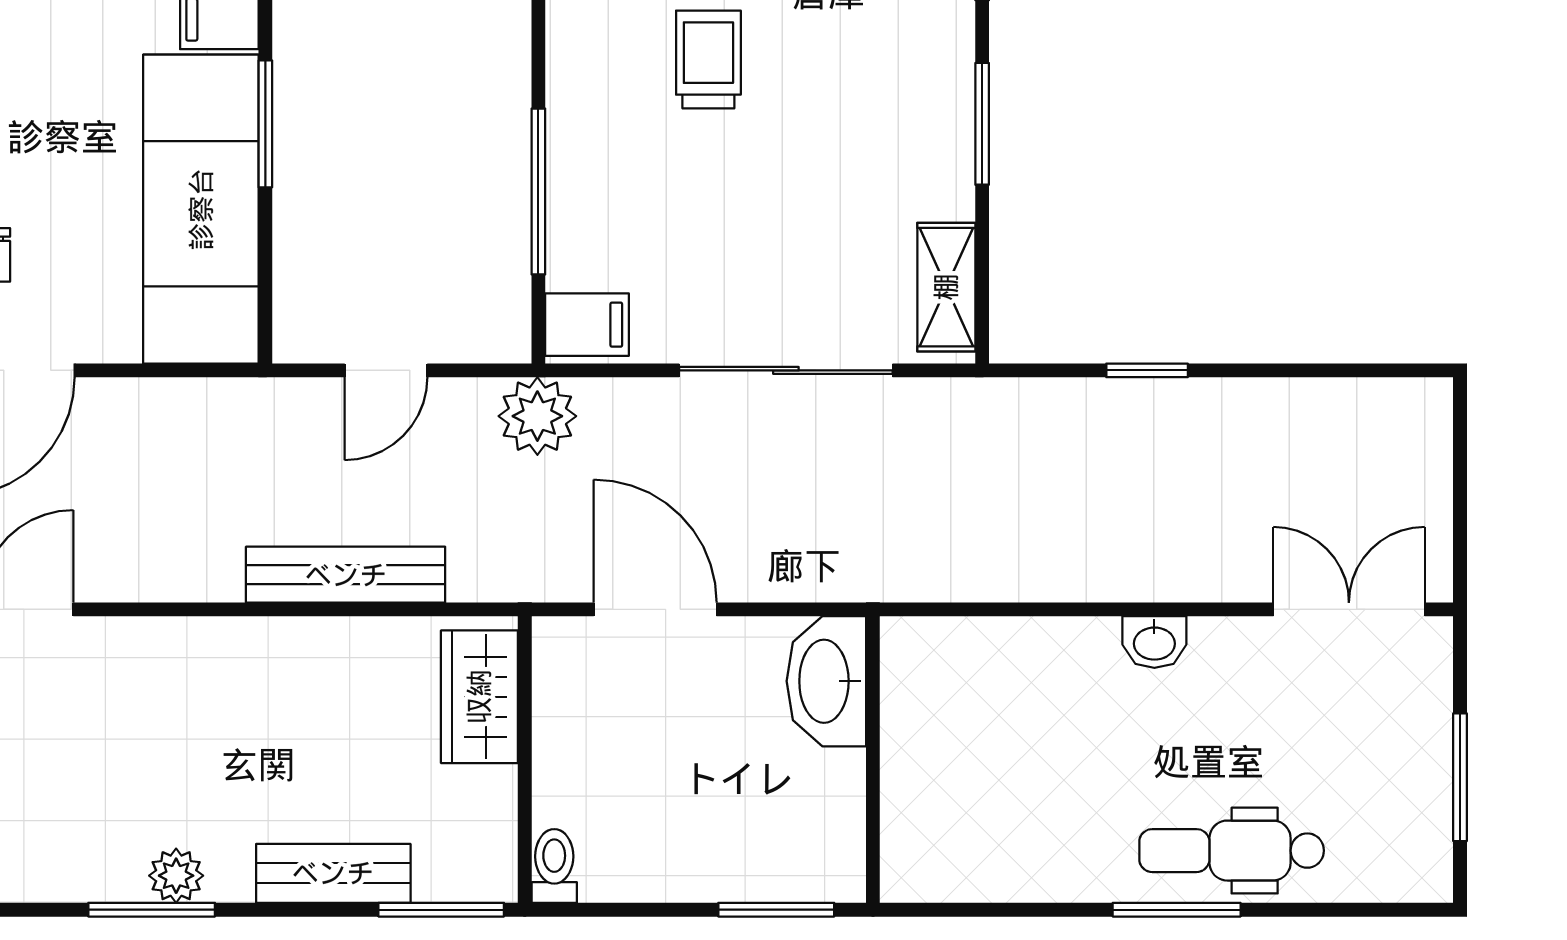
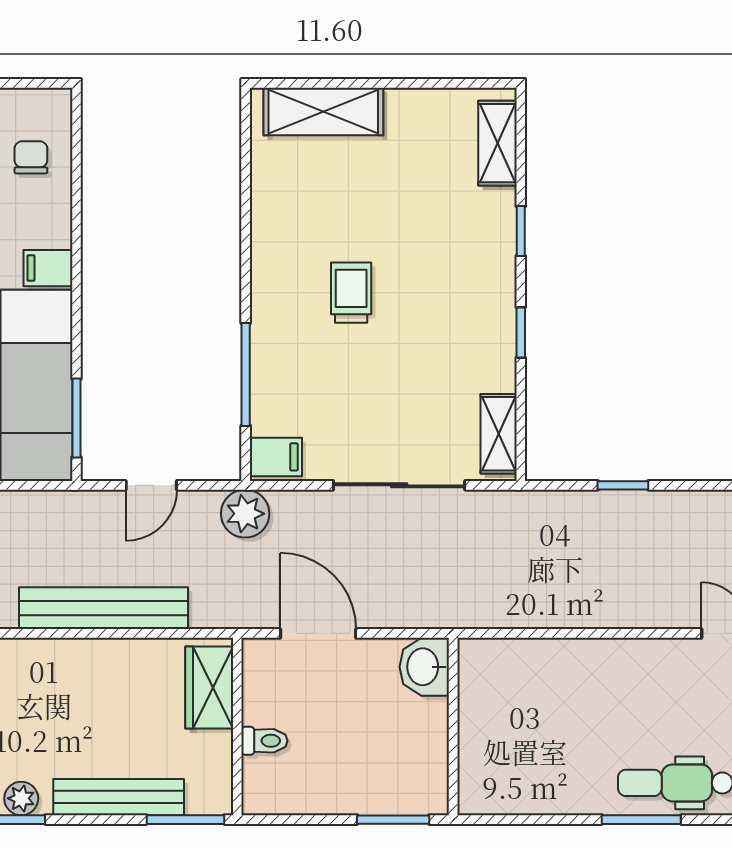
window: (265, 124) -> (76, 418), moved
window: (982, 124) -> (521, 333), width x0.67
bench: (346, 575) -> (104, 608), width x1.37, depth x1.21
washbasin: (1154, 642) -> (628, 654), removed
washbasin: (826, 681) -> (424, 667), width x0.72
toilet: (554, 866) -> (264, 741), moved, turned 90
bench: (333, 873) -> (119, 797), width x1.36

